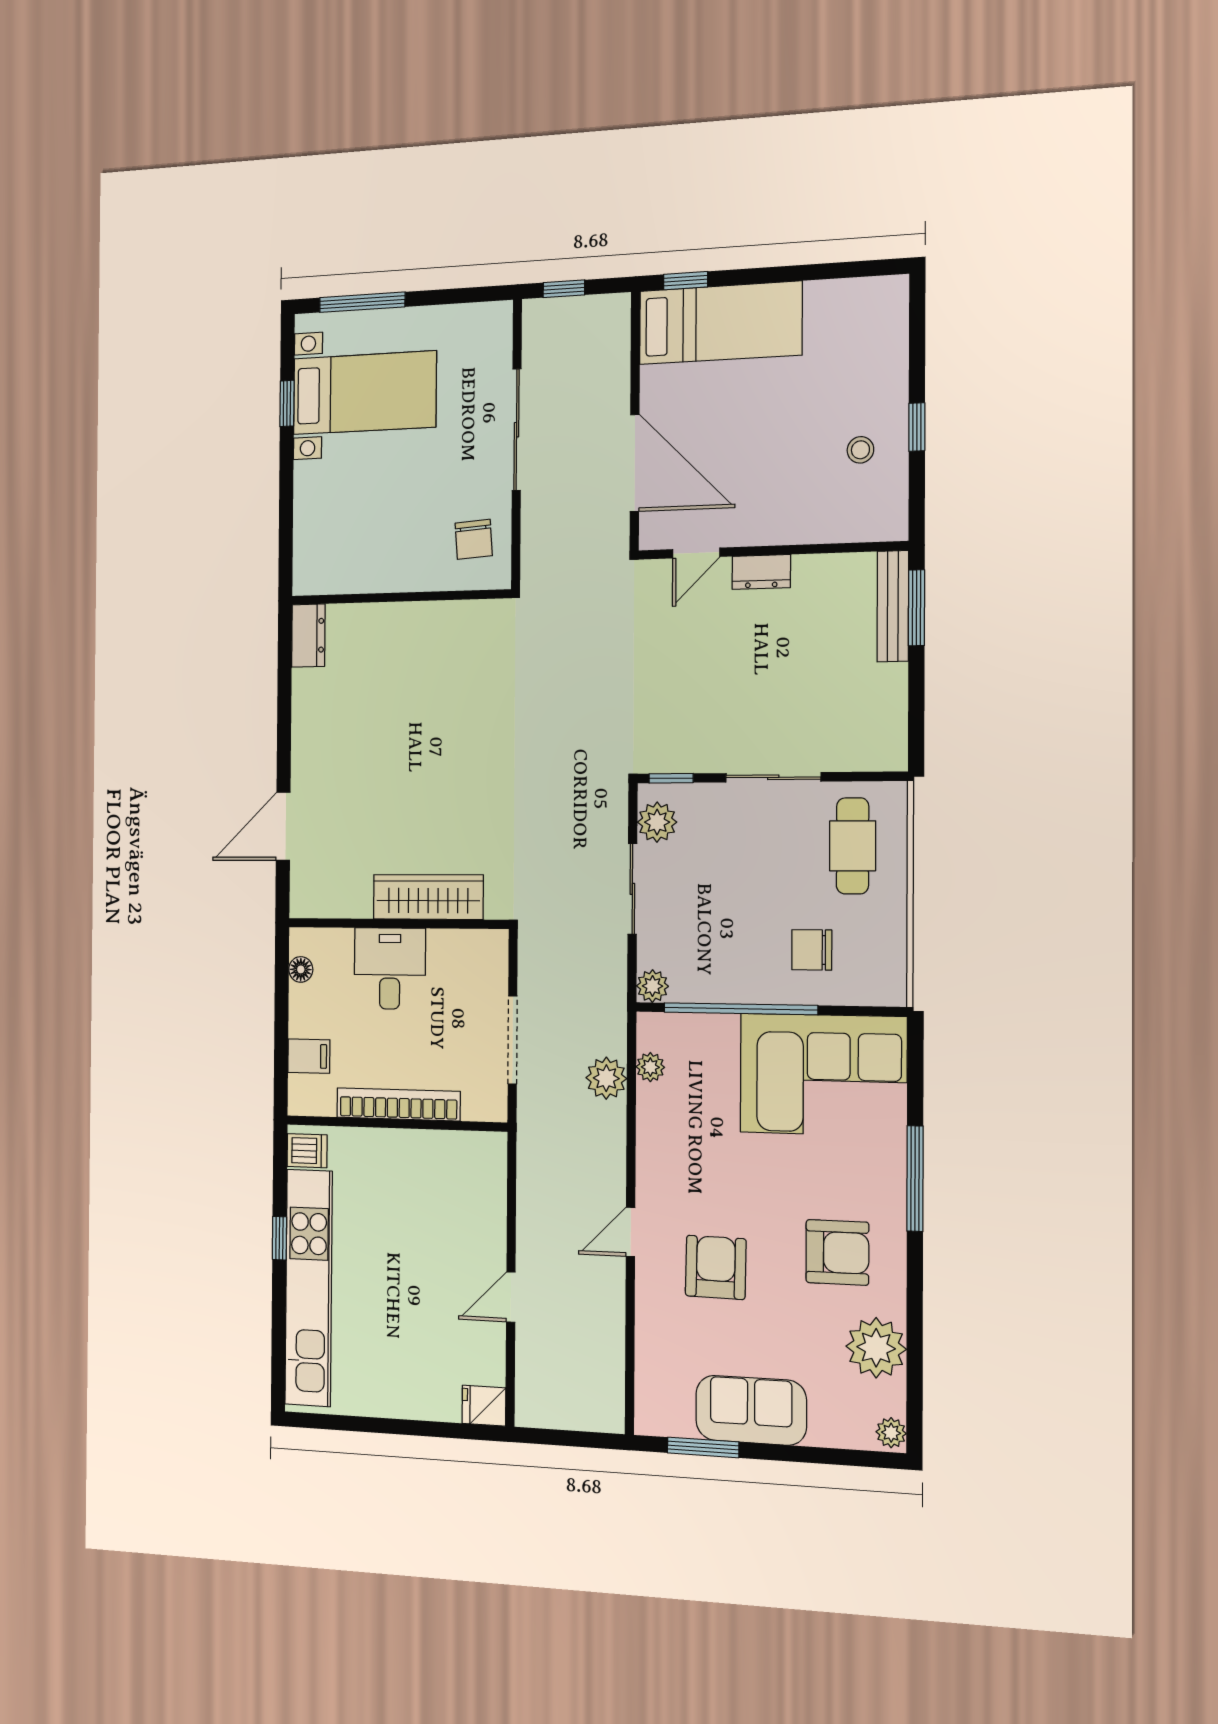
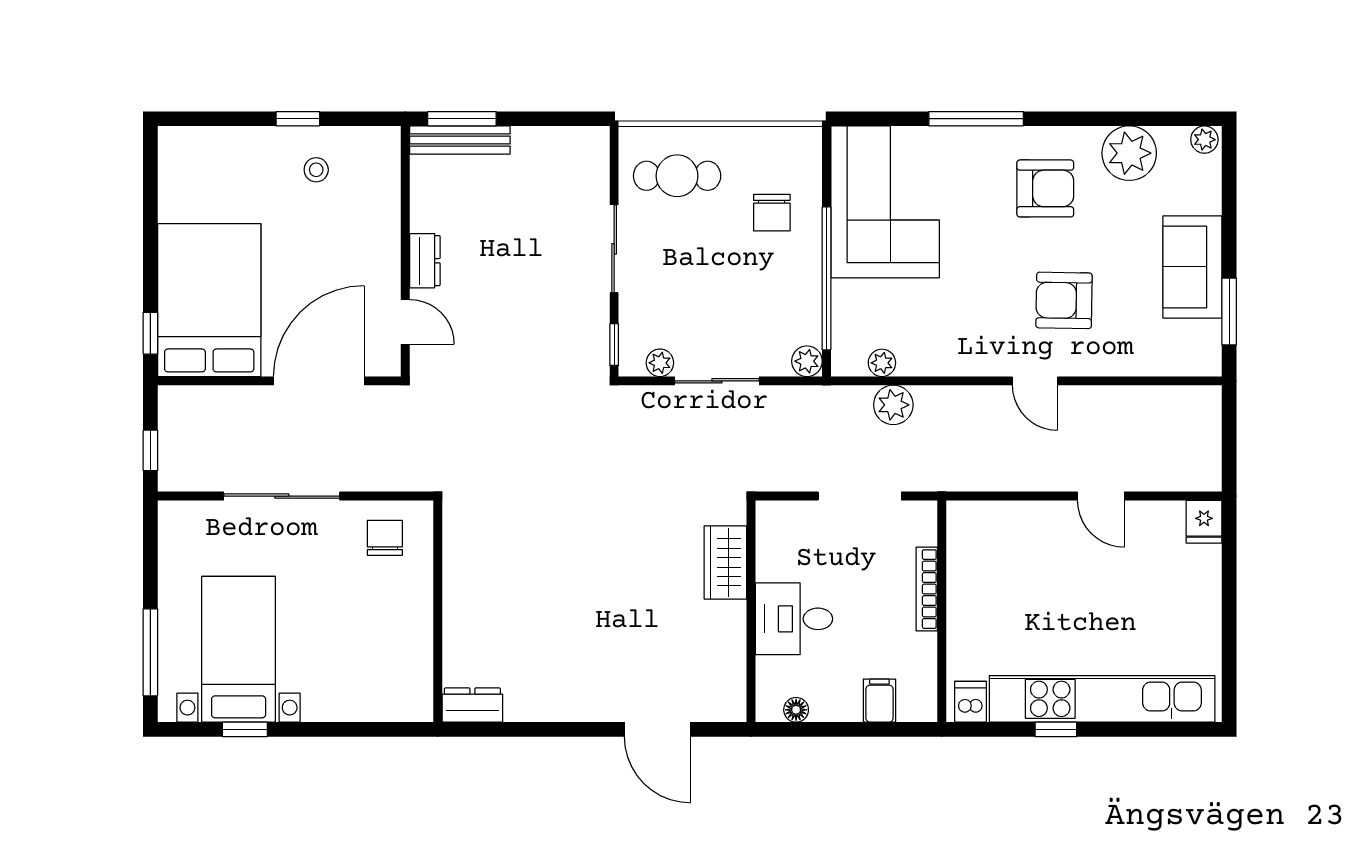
bed: (720, 323) -> (209, 300), width x1.50
chair: (474, 539) -> (385, 538), turned -86
plant: (657, 822) -> (660, 363), width x0.73, depth x0.73
wardrobe: (428, 897) -> (725, 562), width x0.67
bookcase: (398, 1104) -> (927, 589), width x0.68, depth x0.76
armchair: (837, 1252) -> (1045, 188), turned 90

